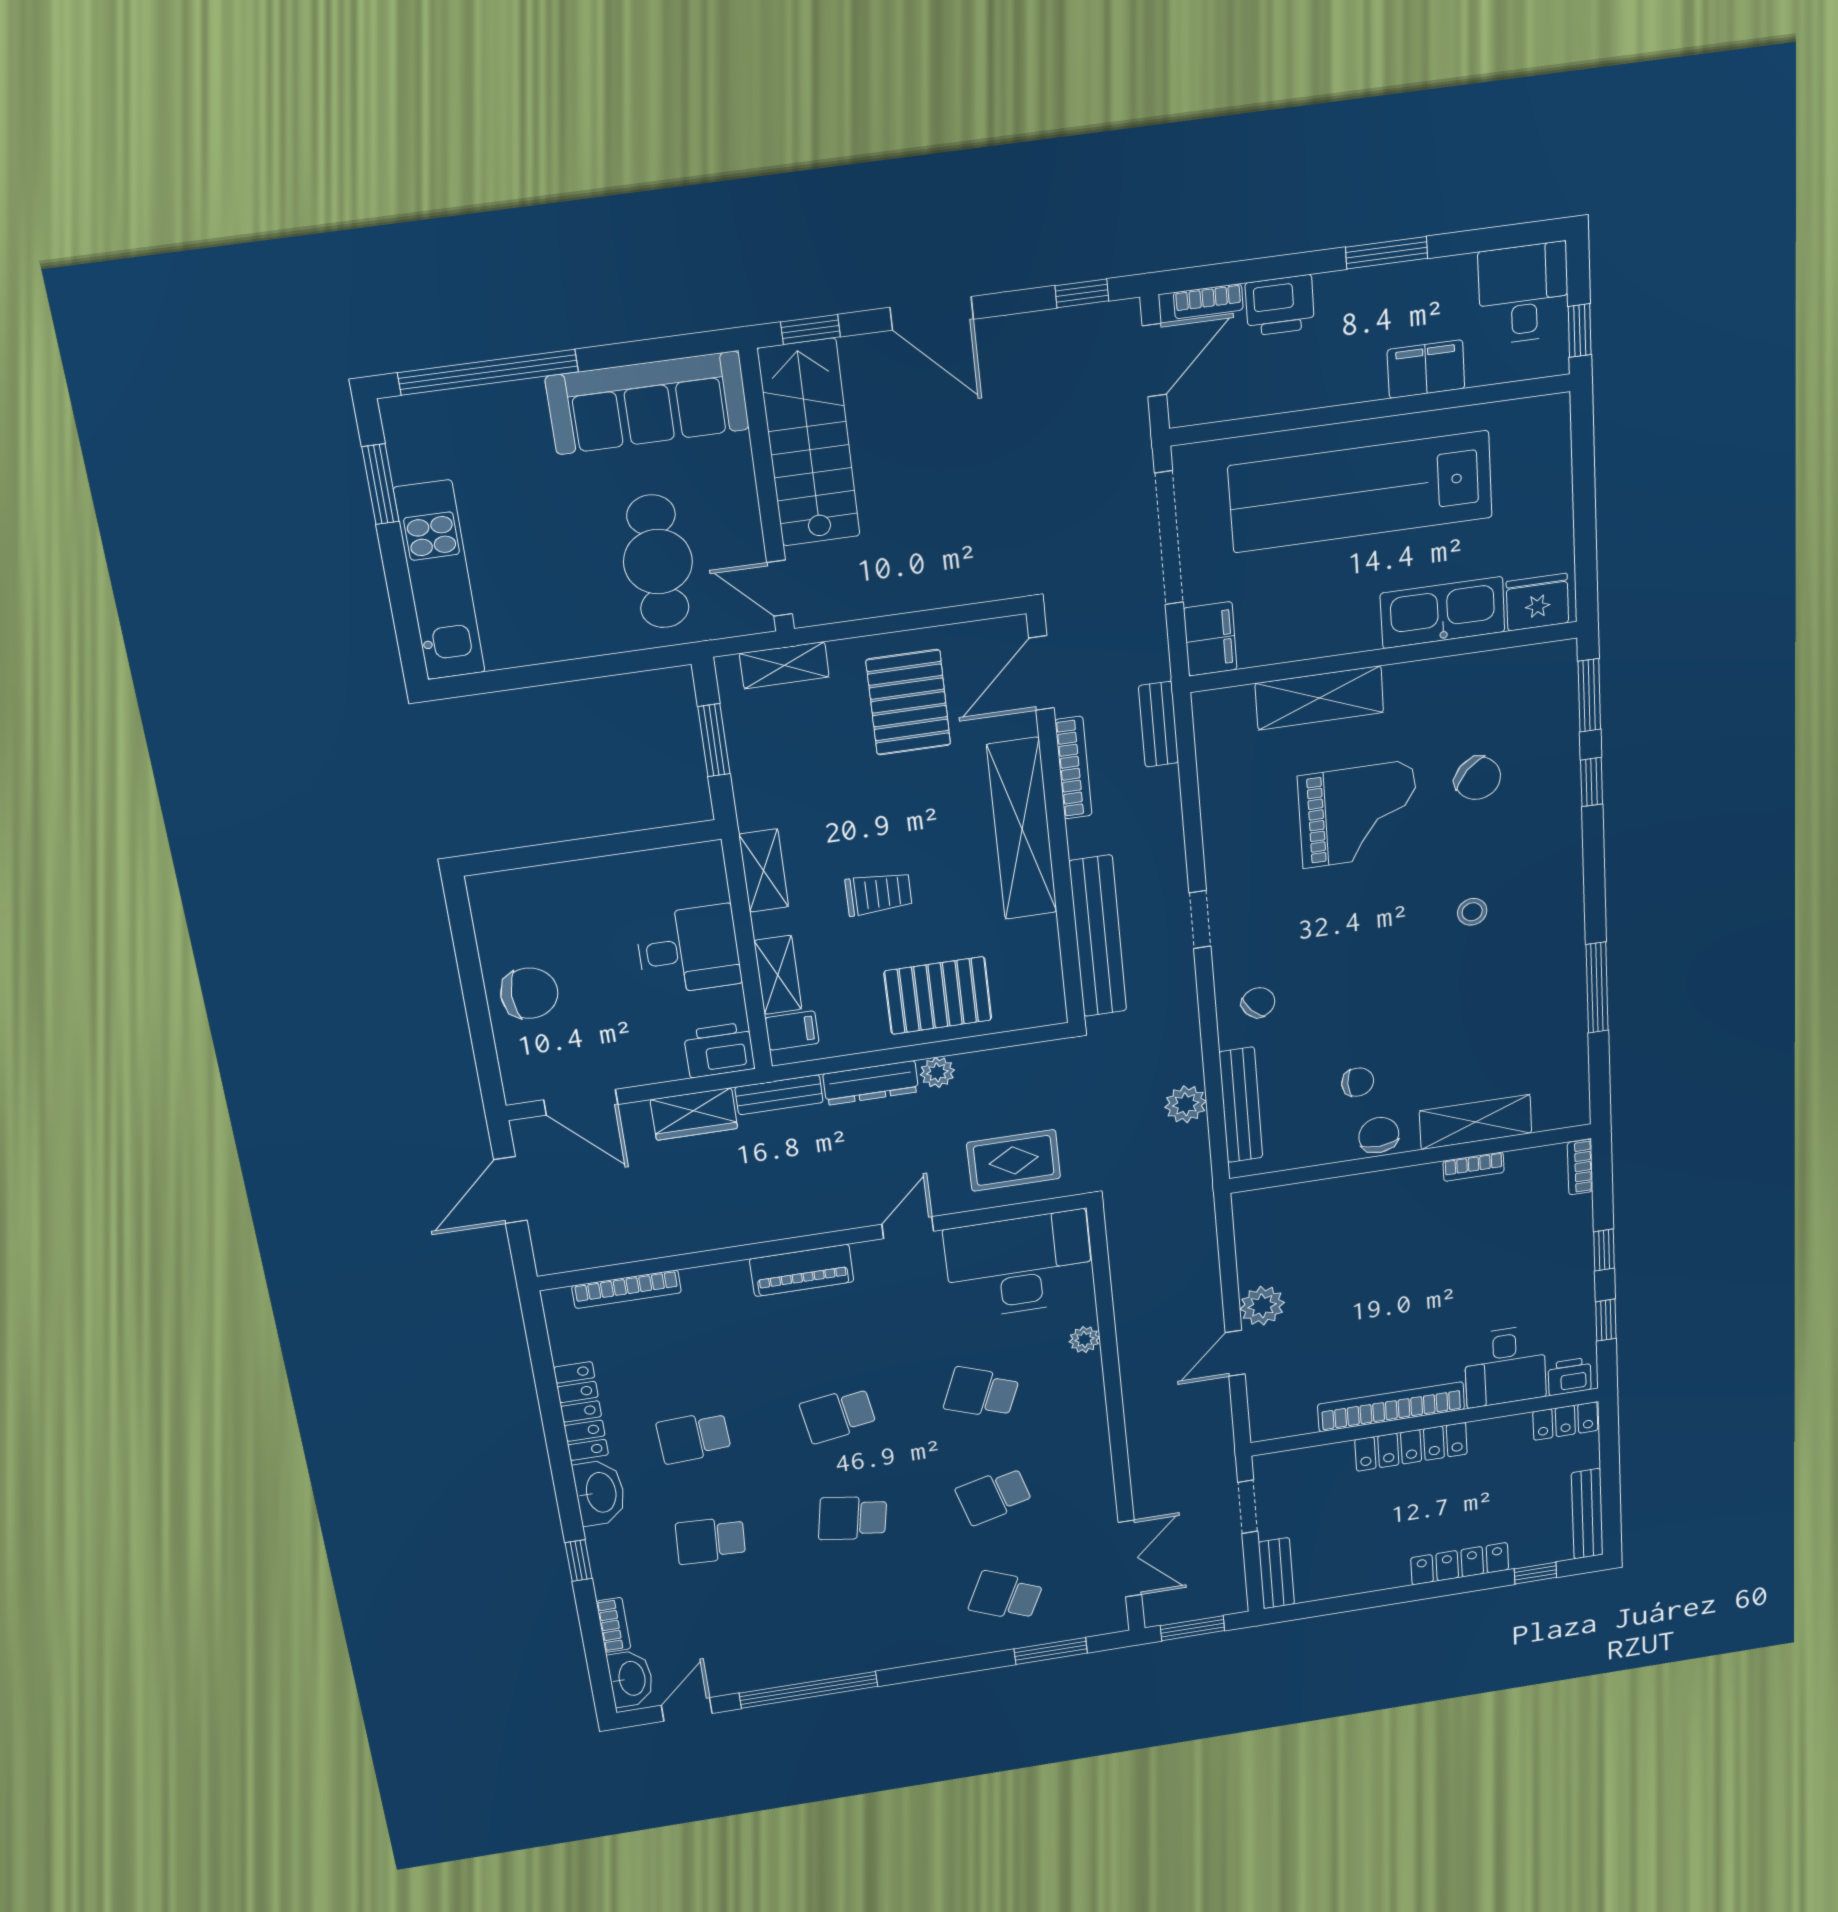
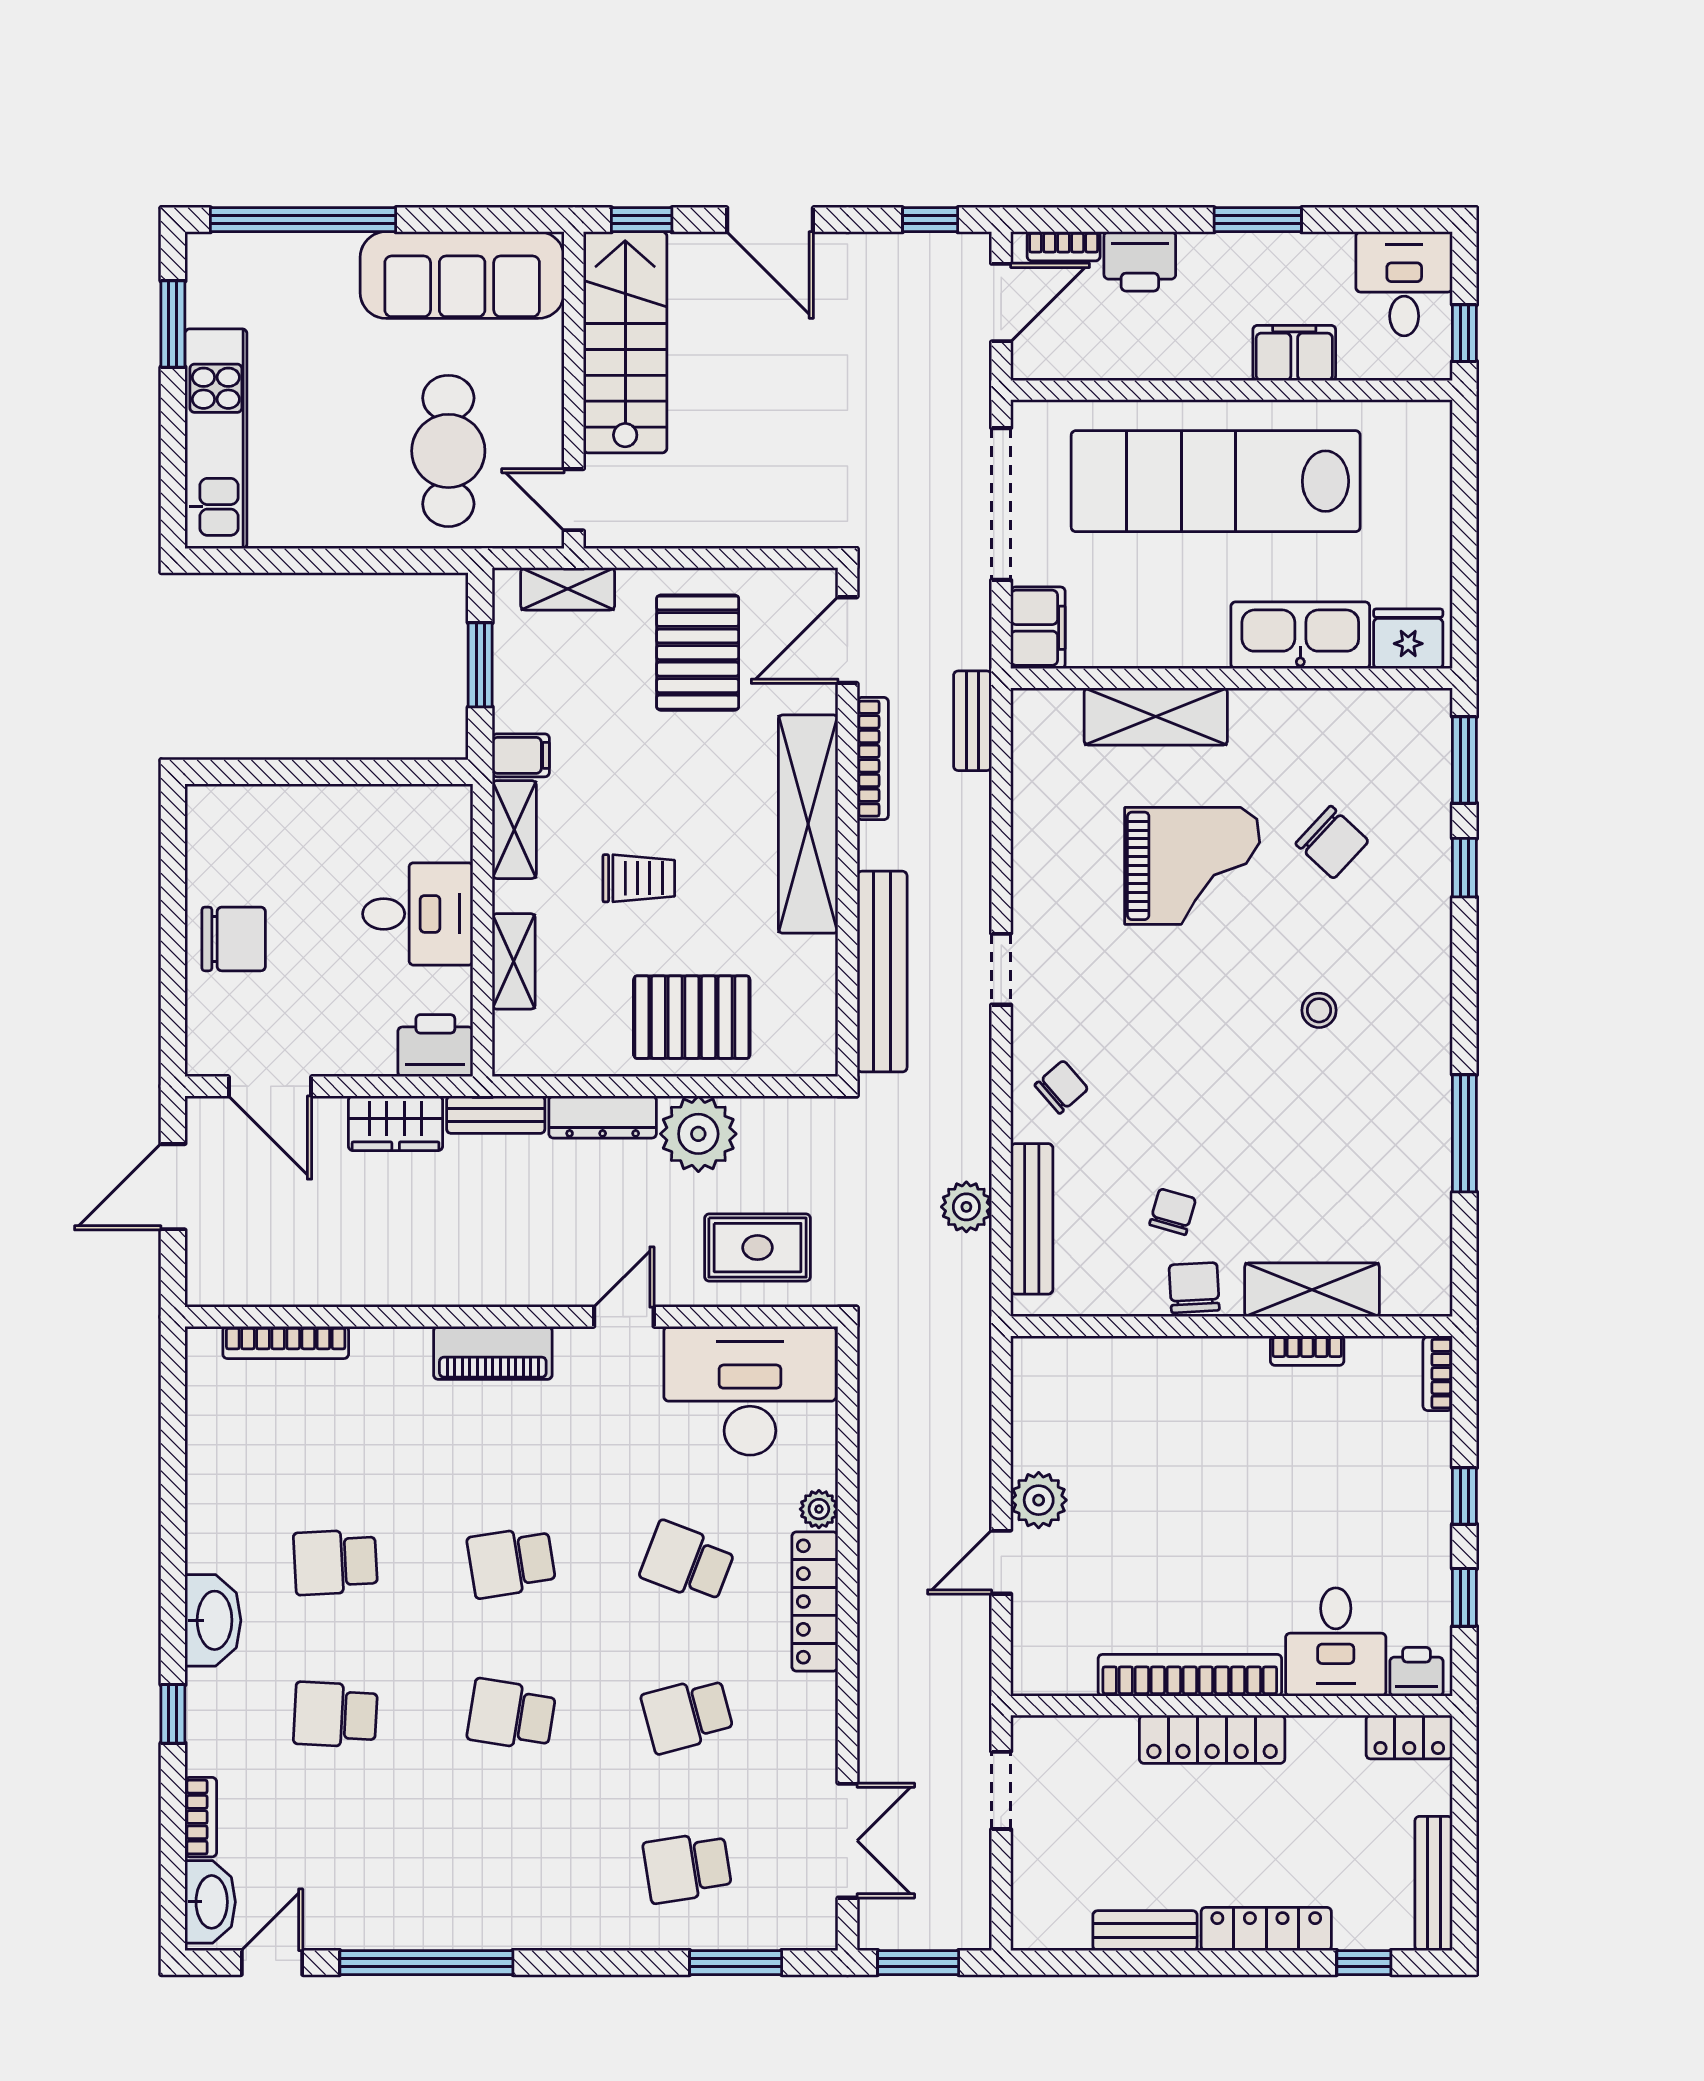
filing cabinet: (792, 1031) -> (521, 755), moved
plant: (937, 1072) -> (698, 1134), width x1.88, depth x1.88
chair: (1358, 1082) -> (1173, 1212), turned -74
locker: (581, 1411) -> (815, 1601), moved, turned 180
bench: (1276, 1573) -> (1145, 1931), moved, turned 90
school desk: (1006, 1596) -> (687, 1867), turned -33

